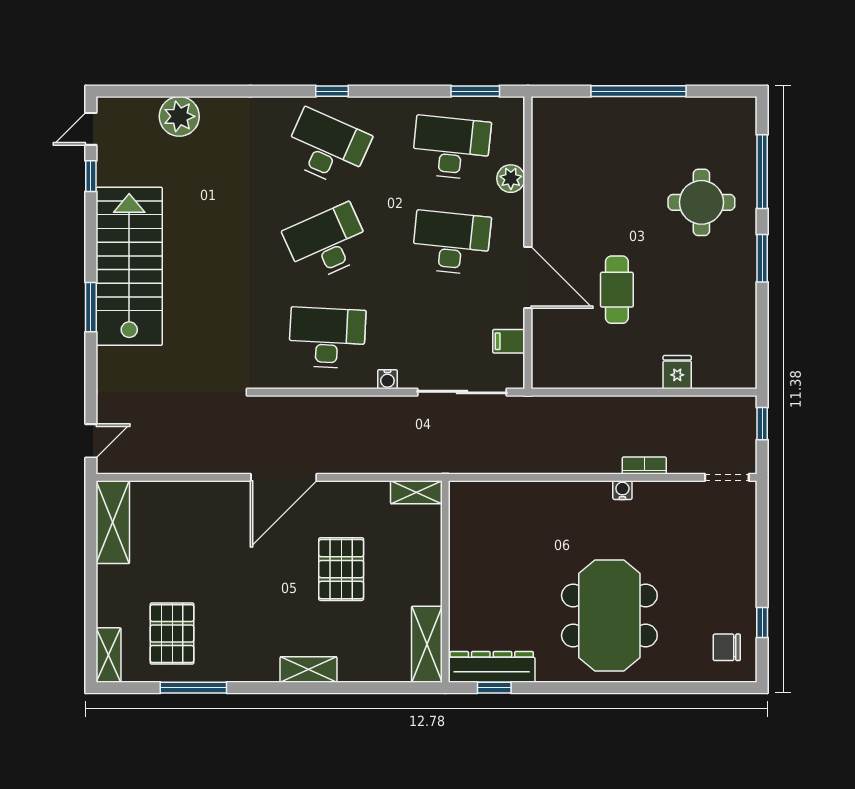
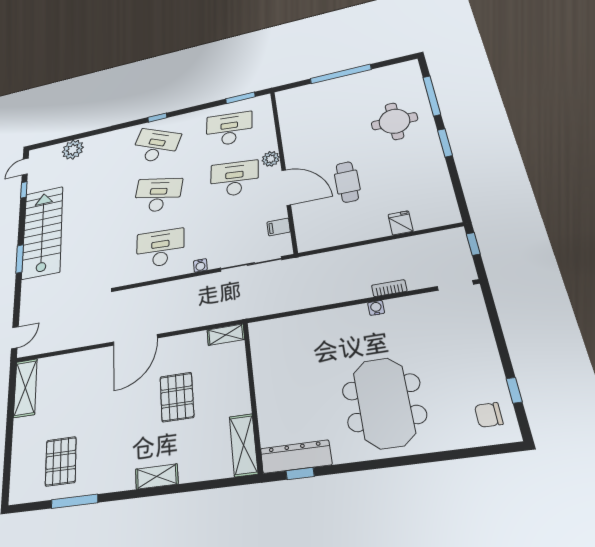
plant: (511, 179) -> (271, 159), moved
desk: (327, 243) -> (158, 195), turned 36
shelving: (109, 655) -> (18, 483), removed

